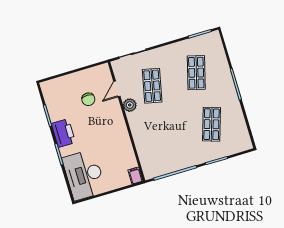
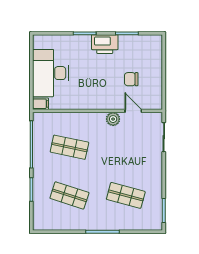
shop shelf: (152, 86) -> (69, 147), moved
desk: (84, 175) -> (51, 73), moved, turned -90

